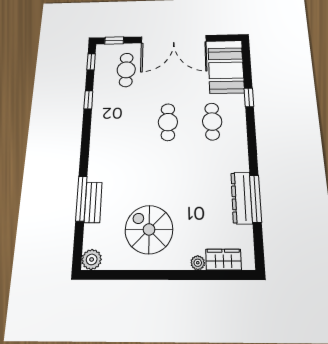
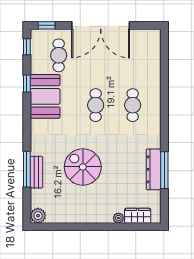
booth: (226, 70) -> (45, 96), moved
window: (249, 97) -> (164, 84), removed
spiral stairs: (149, 229) -> (83, 167), moved

